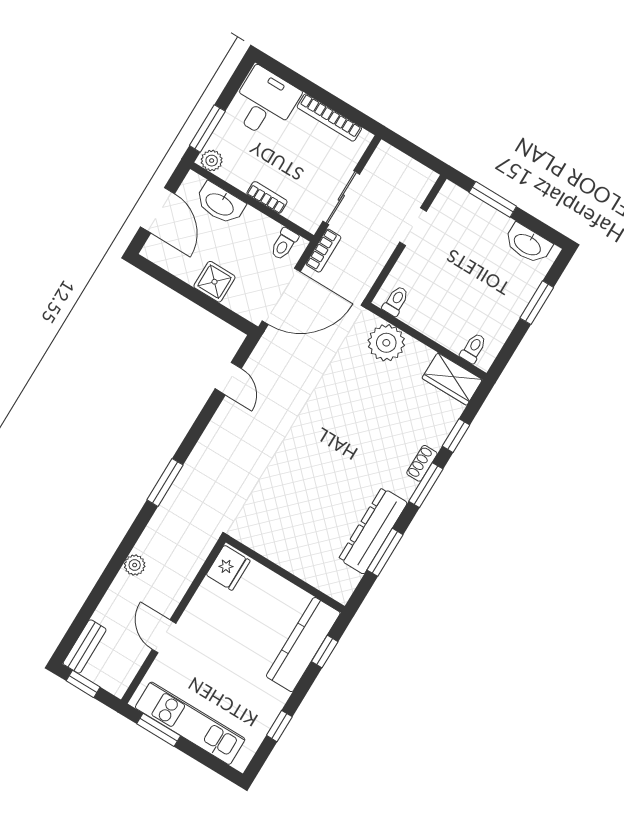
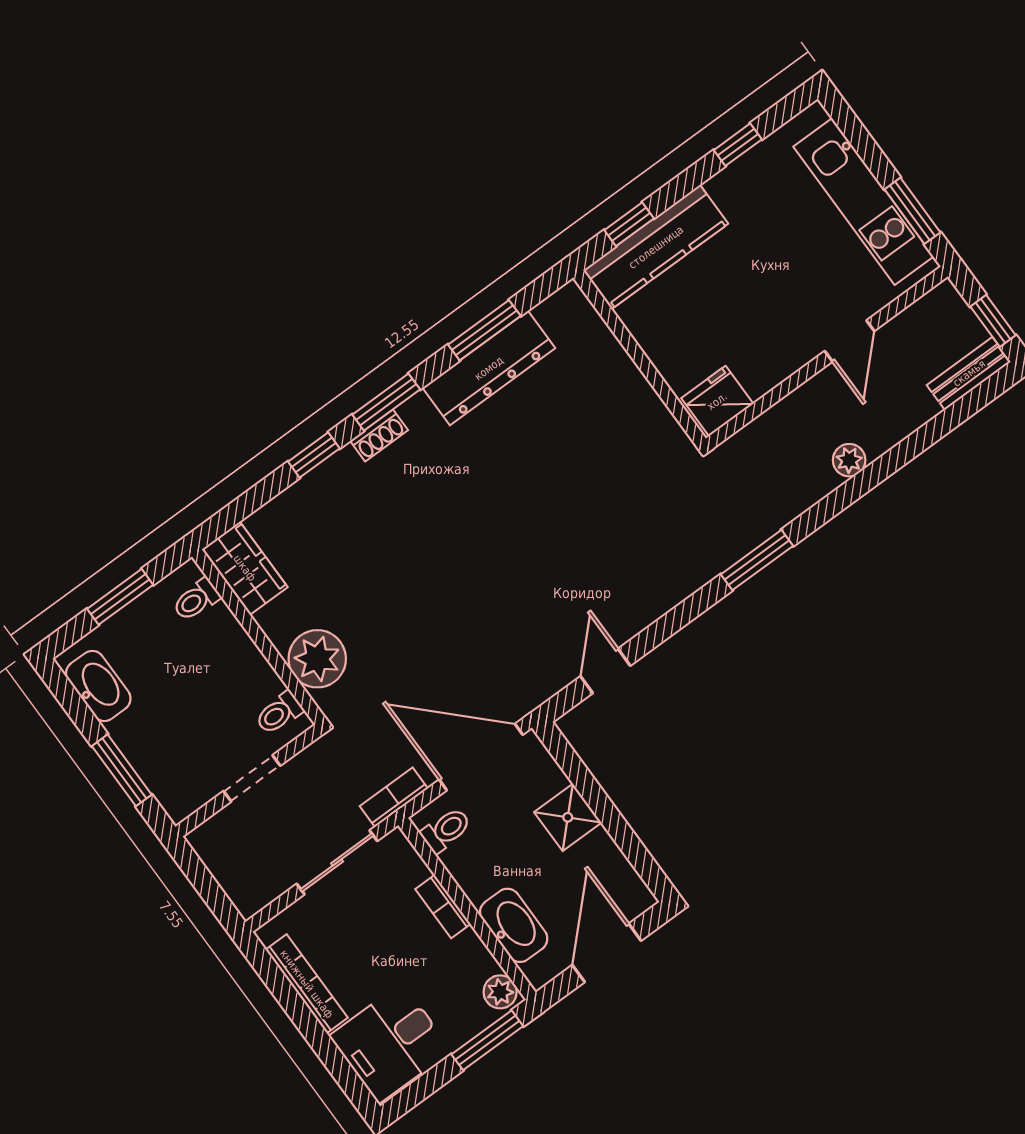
toilet: (396, 301) -> (279, 713), moved
wall: (427, 341) -> (258, 637), moved
plant: (386, 343) -> (317, 659), moved
toilet: (473, 348) -> (196, 600), moved
wardrobe: (452, 379) -> (245, 568), moved

